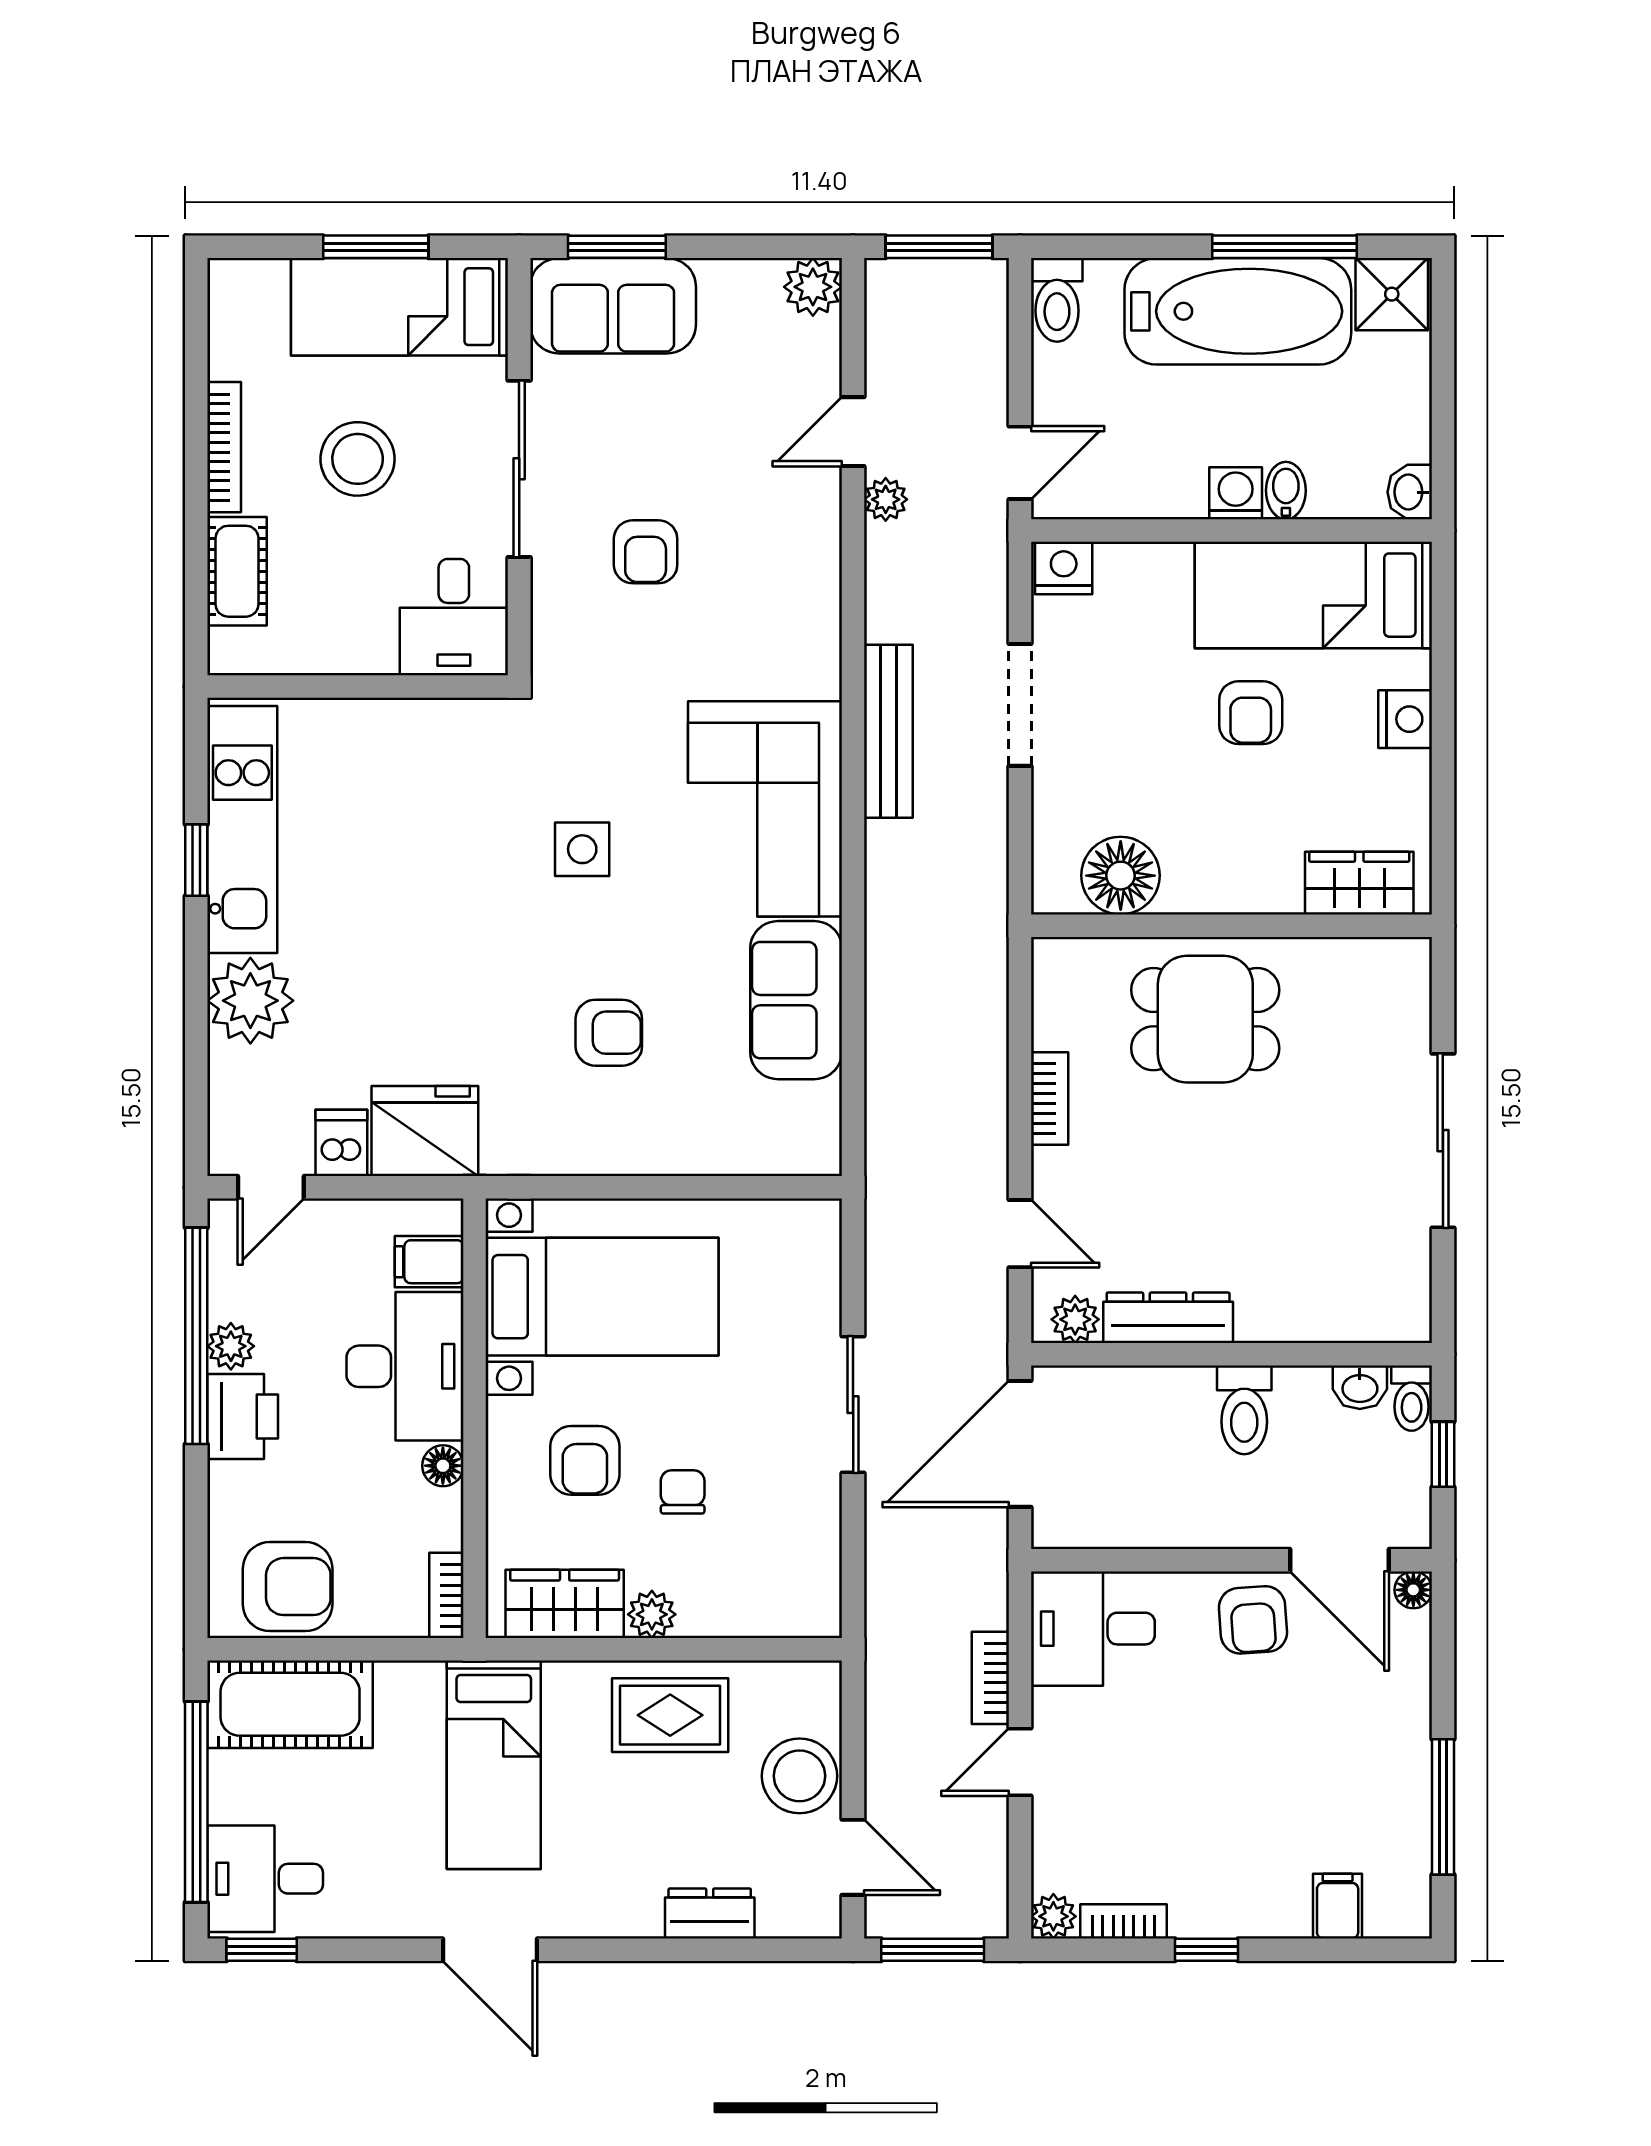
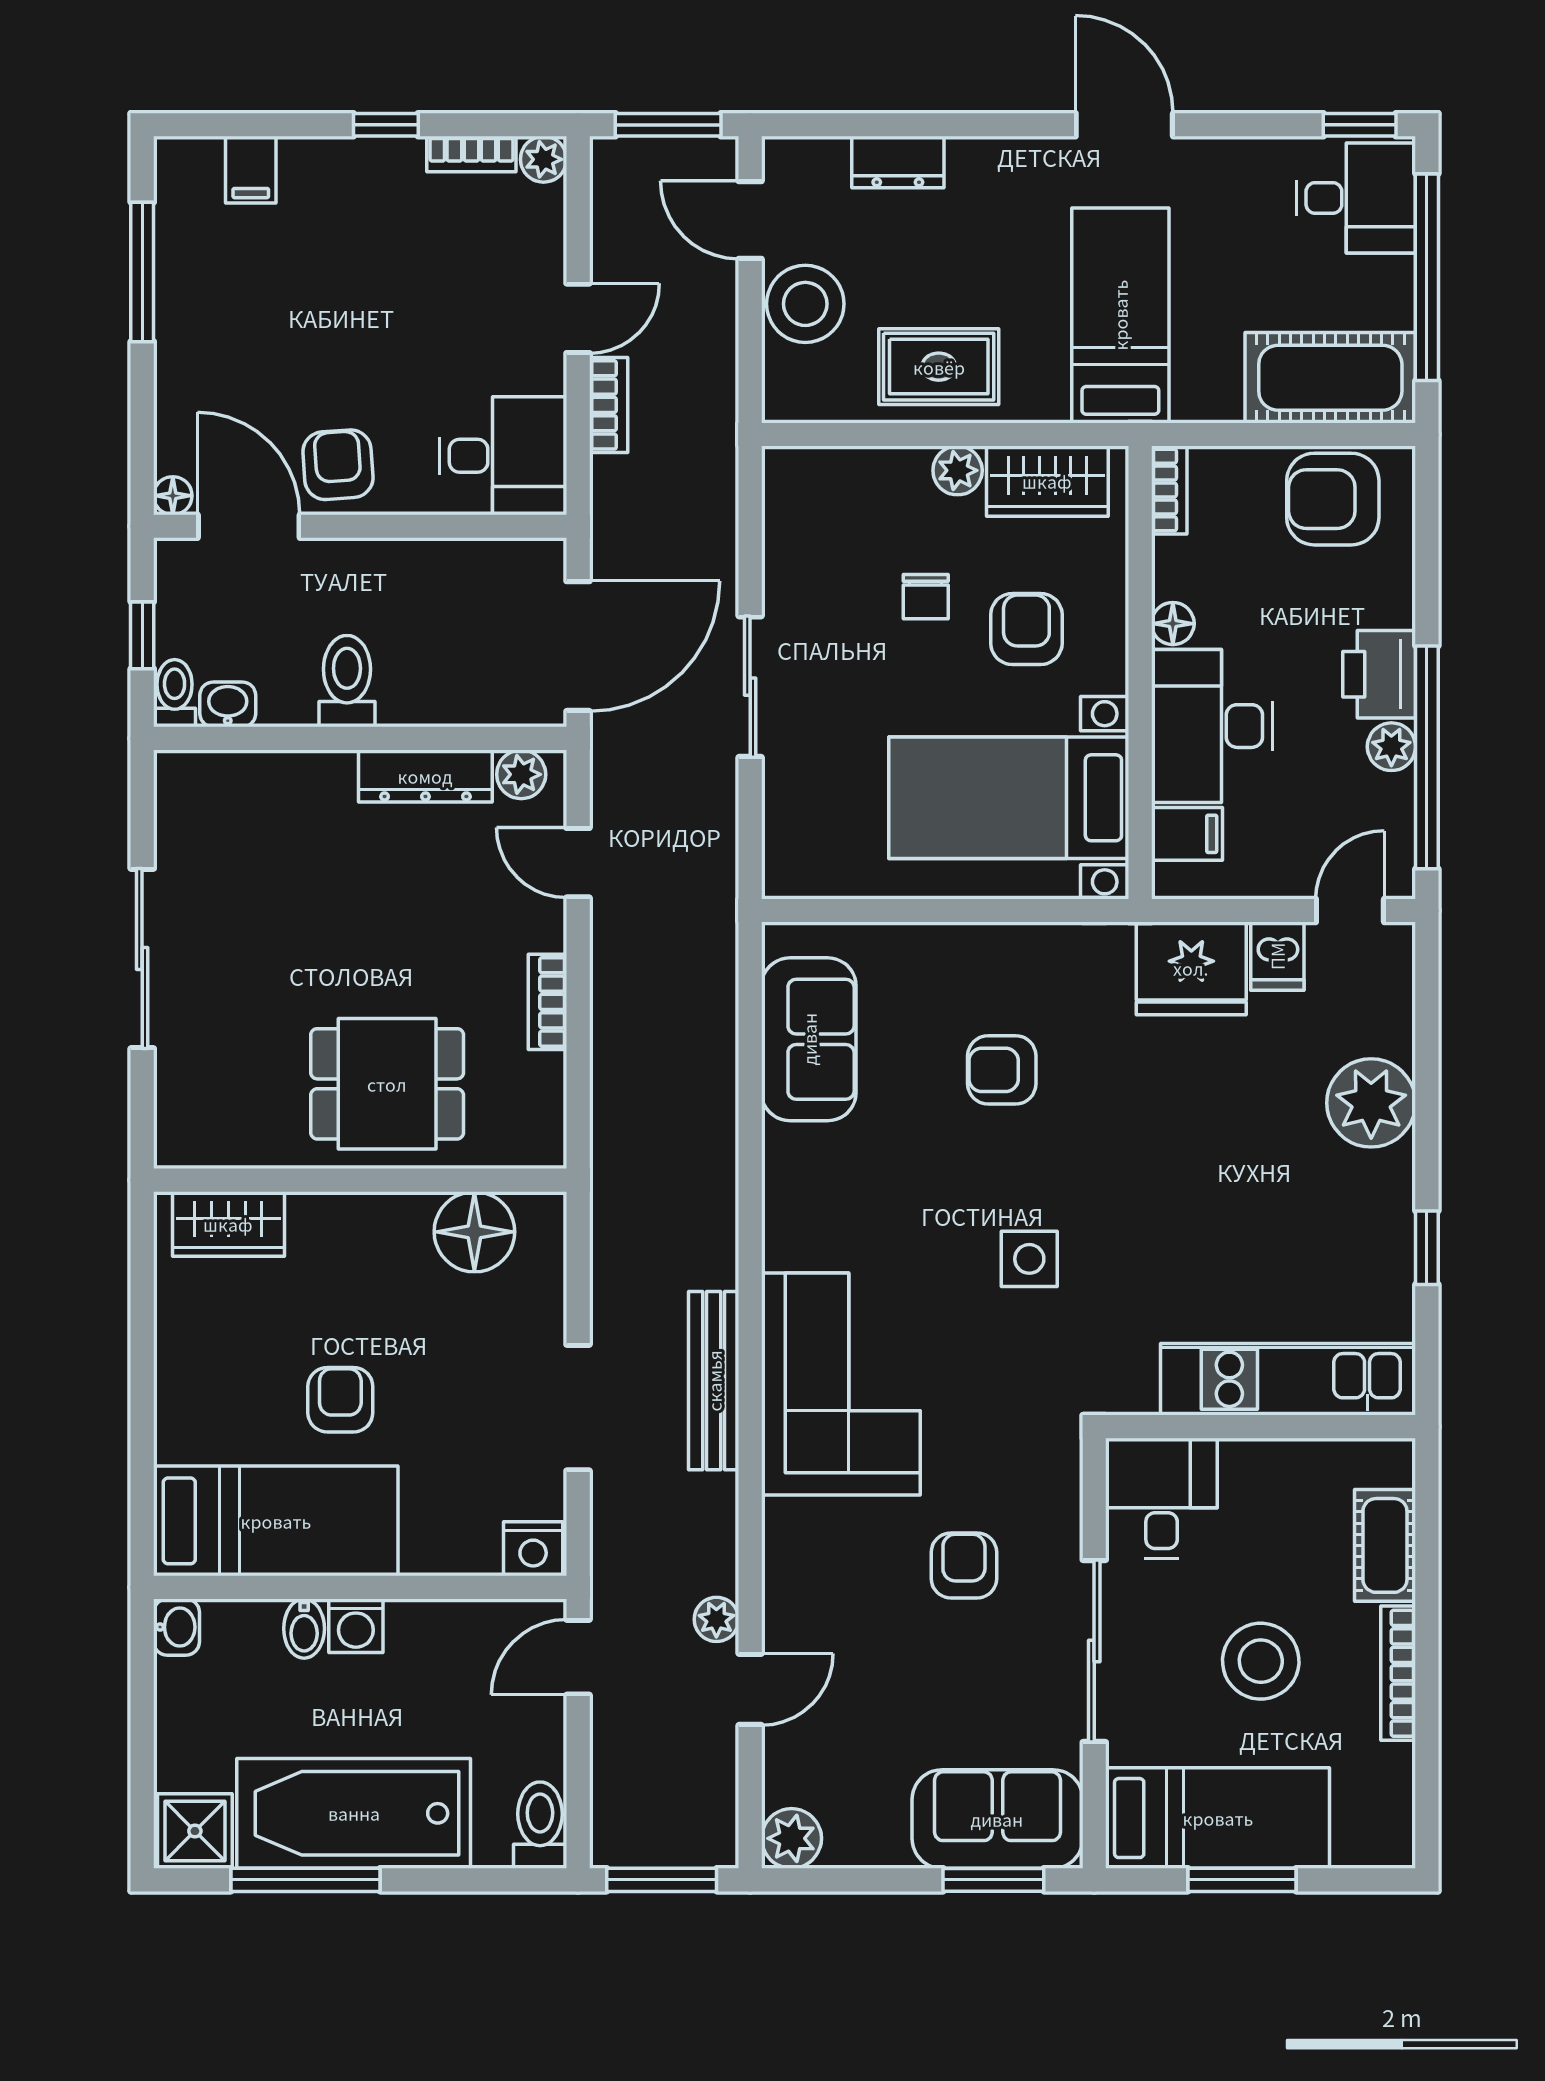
nightstand: (1405, 719) -> (181, 1393), removed
corner sofa: (765, 809) -> (841, 1384), moved
kitchen unit: (242, 830) -> (1288, 1379), moved, turned 90
sofa: (796, 1000) -> (809, 1039), moved

